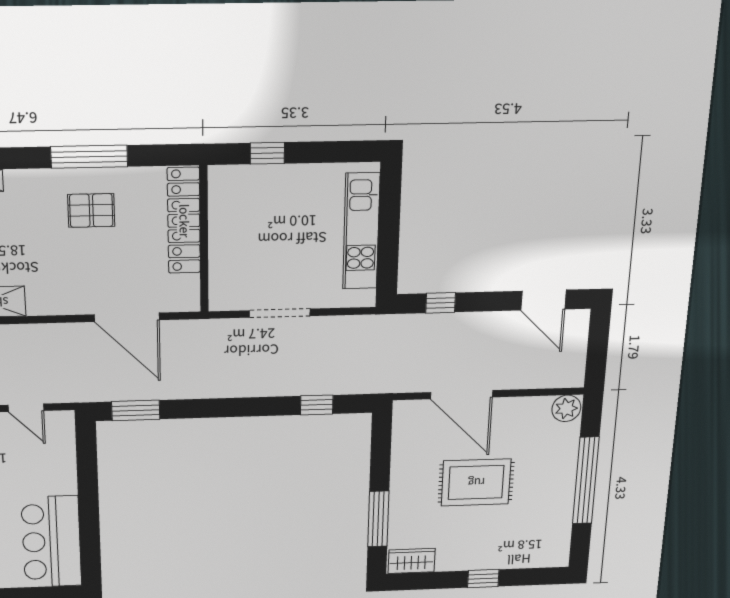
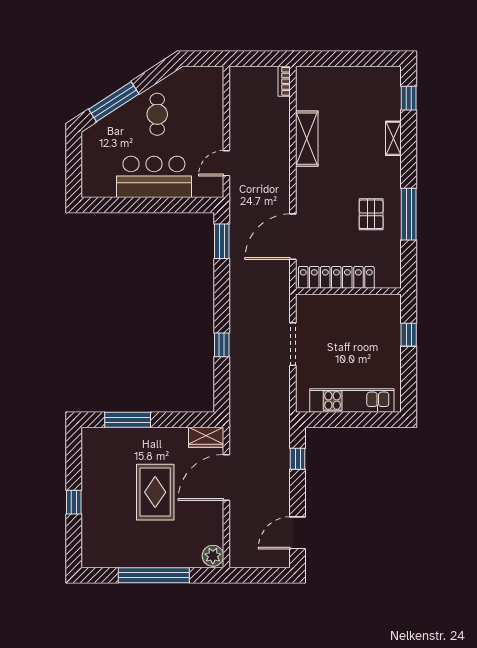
locker: (184, 221) -> (336, 277), moved
window: (317, 405) -> (222, 345), moved
bar counter: (51, 542) -> (154, 177), moved
wardrobe: (412, 561) -> (206, 437), moved, turned 90

